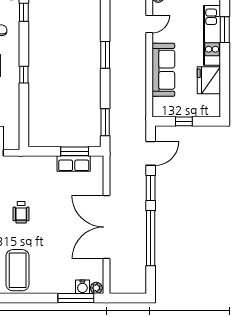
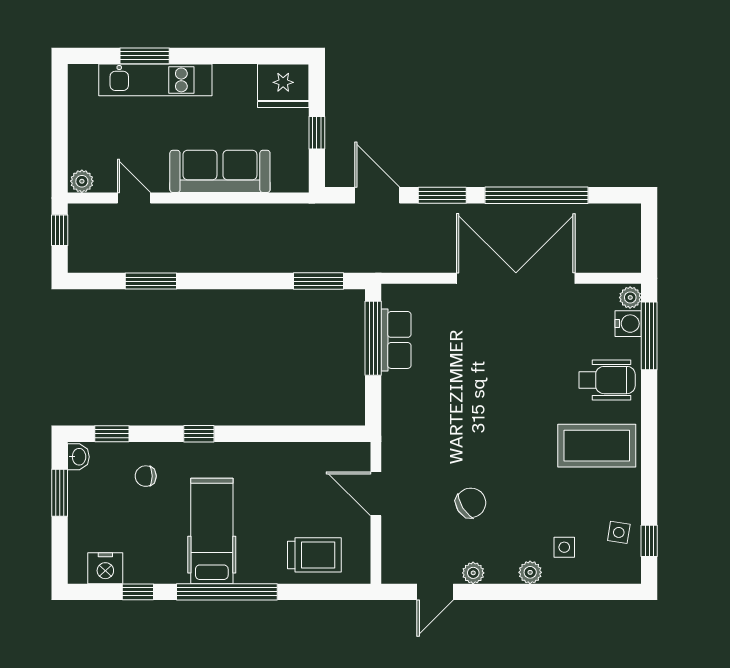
window: (105, 55) -> (151, 281), moved
window: (24, 75) -> (199, 434), moved
fridge: (209, 80) -> (283, 86), moved
window: (75, 151) -> (373, 338), width x1.44
wheelchair: (21, 212) -> (607, 380), moved, width x1.36, depth x1.37
double door: (106, 227) -> (516, 278), swing flipped

